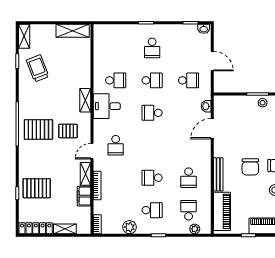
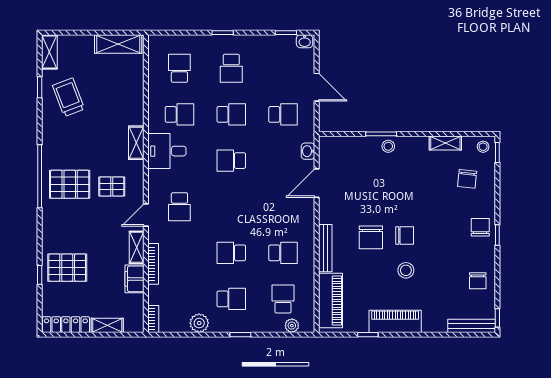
school desk: (116, 48) -> (179, 68), added
school desk: (189, 178) -> (283, 253), turned -90

